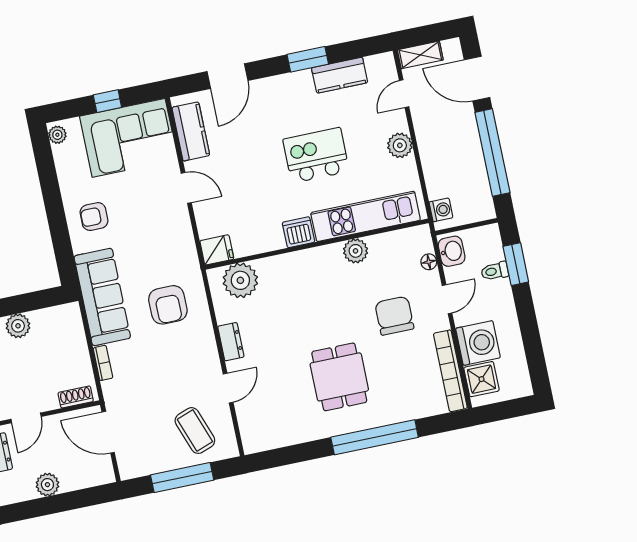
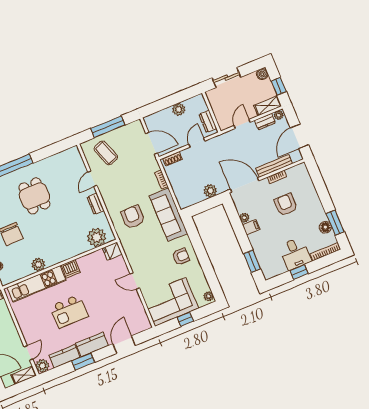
kitchen counter: (191, 131) -> (92, 344), moved, turned 90
plant: (400, 145) -> (42, 366), moved

